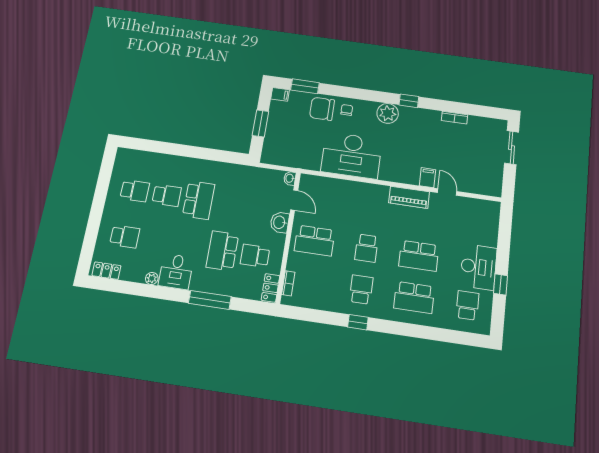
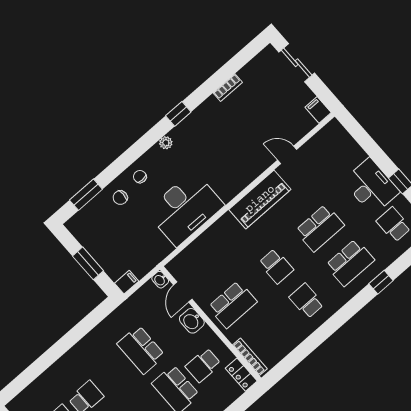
filing cabinet: (280, 94) -> (127, 282), moved
chair: (322, 109) -> (120, 198), width x0.54, depth x0.54
plant: (388, 113) -> (166, 143), width x0.53, depth x0.53
filing cabinet: (428, 178) -> (318, 110), moved
piano: (409, 197) -> (260, 199), width x1.37, depth x1.33
school desk: (199, 200) -> (141, 350), moved, turned 180
door: (294, 200) -> (183, 292), swing flipped
bookcase: (288, 283) -> (250, 357), width x1.56
window: (358, 322) -> (381, 282), moved

